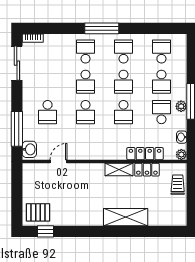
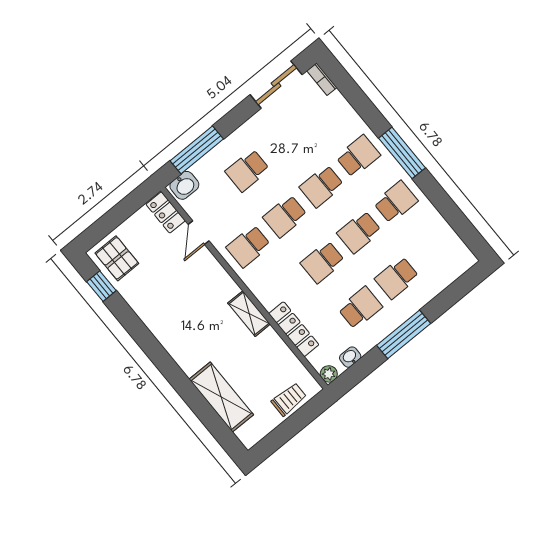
school desk: (161, 51) -> (248, 246), moved, turned 180
plant: (181, 106) -> (387, 326), removed
door: (59, 162) -> (199, 233), swing flipped
locker: (147, 170) -> (166, 212), moved
shelving: (126, 217) -> (221, 397), moved

